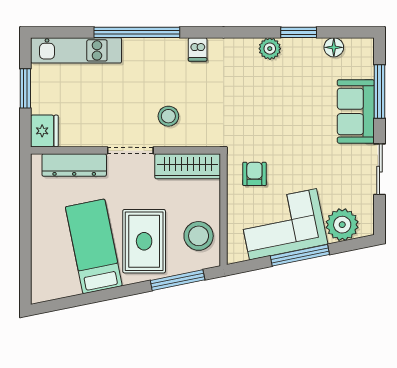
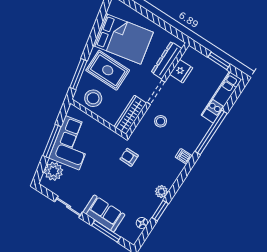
fridge: (44, 131) -> (181, 71), moved, turned -90
armchair: (254, 174) -> (129, 157), moved, turned 180
bed: (94, 246) -> (123, 39), width x1.50

